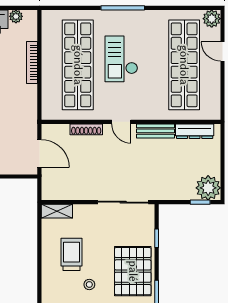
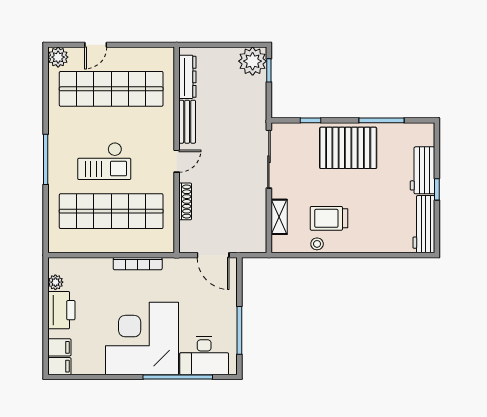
bookcase: (32, 62) -> (138, 264), moved
door: (39, 154) -> (213, 255), swing flipped
shelving: (57, 211) -> (279, 217), moved
stool: (89, 285) -> (317, 244), moved

